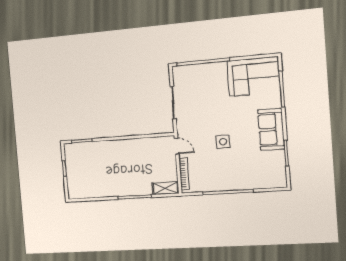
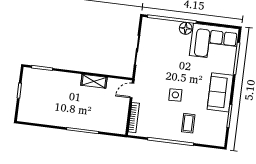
floor lamp: (220, 68) -> (186, 28), added
door: (177, 146) -> (132, 91), swing flipped
coffee table: (243, 169) -> (188, 123), added
shelving: (165, 188) -> (94, 81), moved

